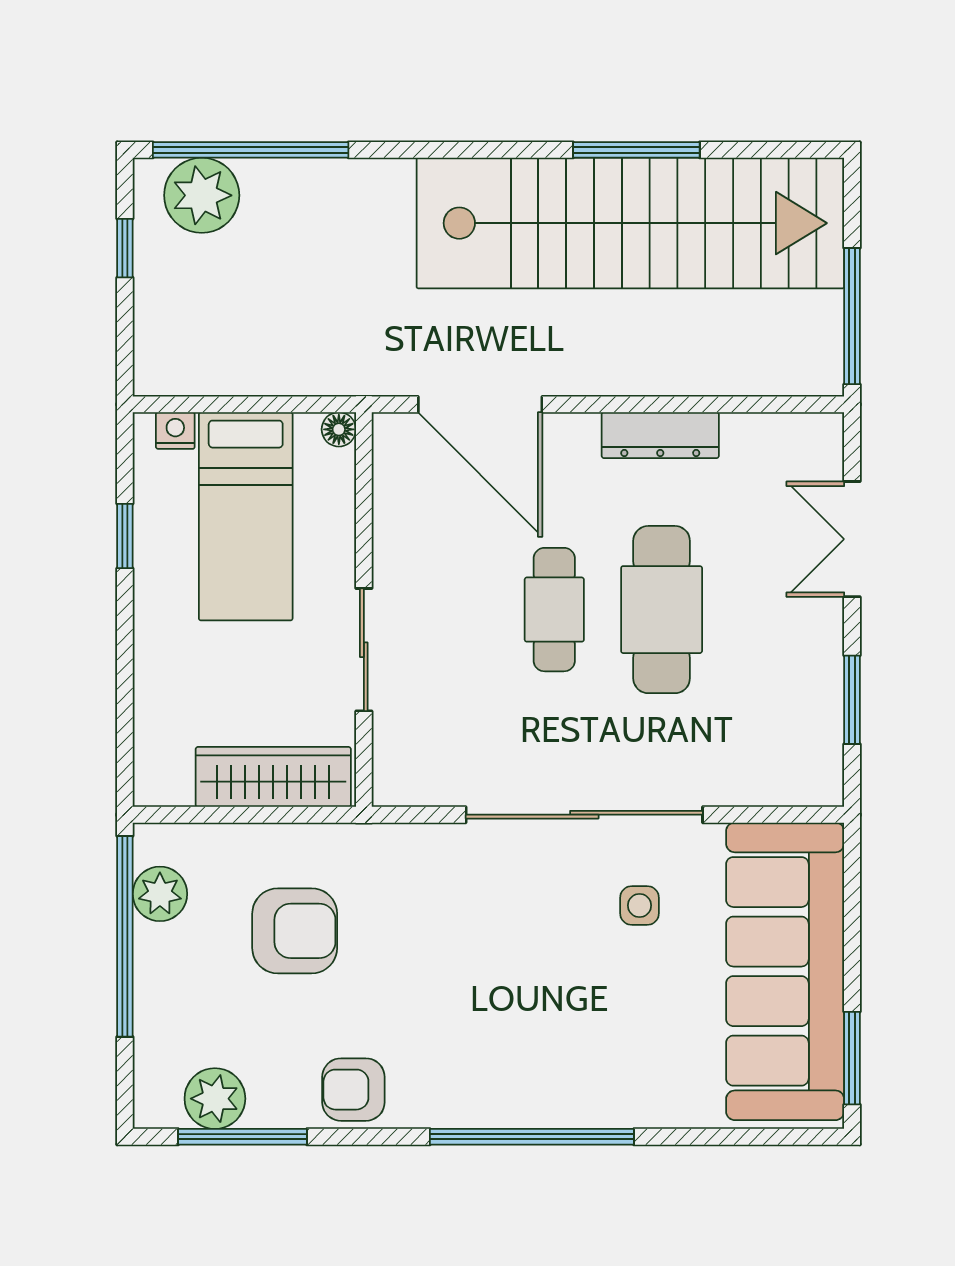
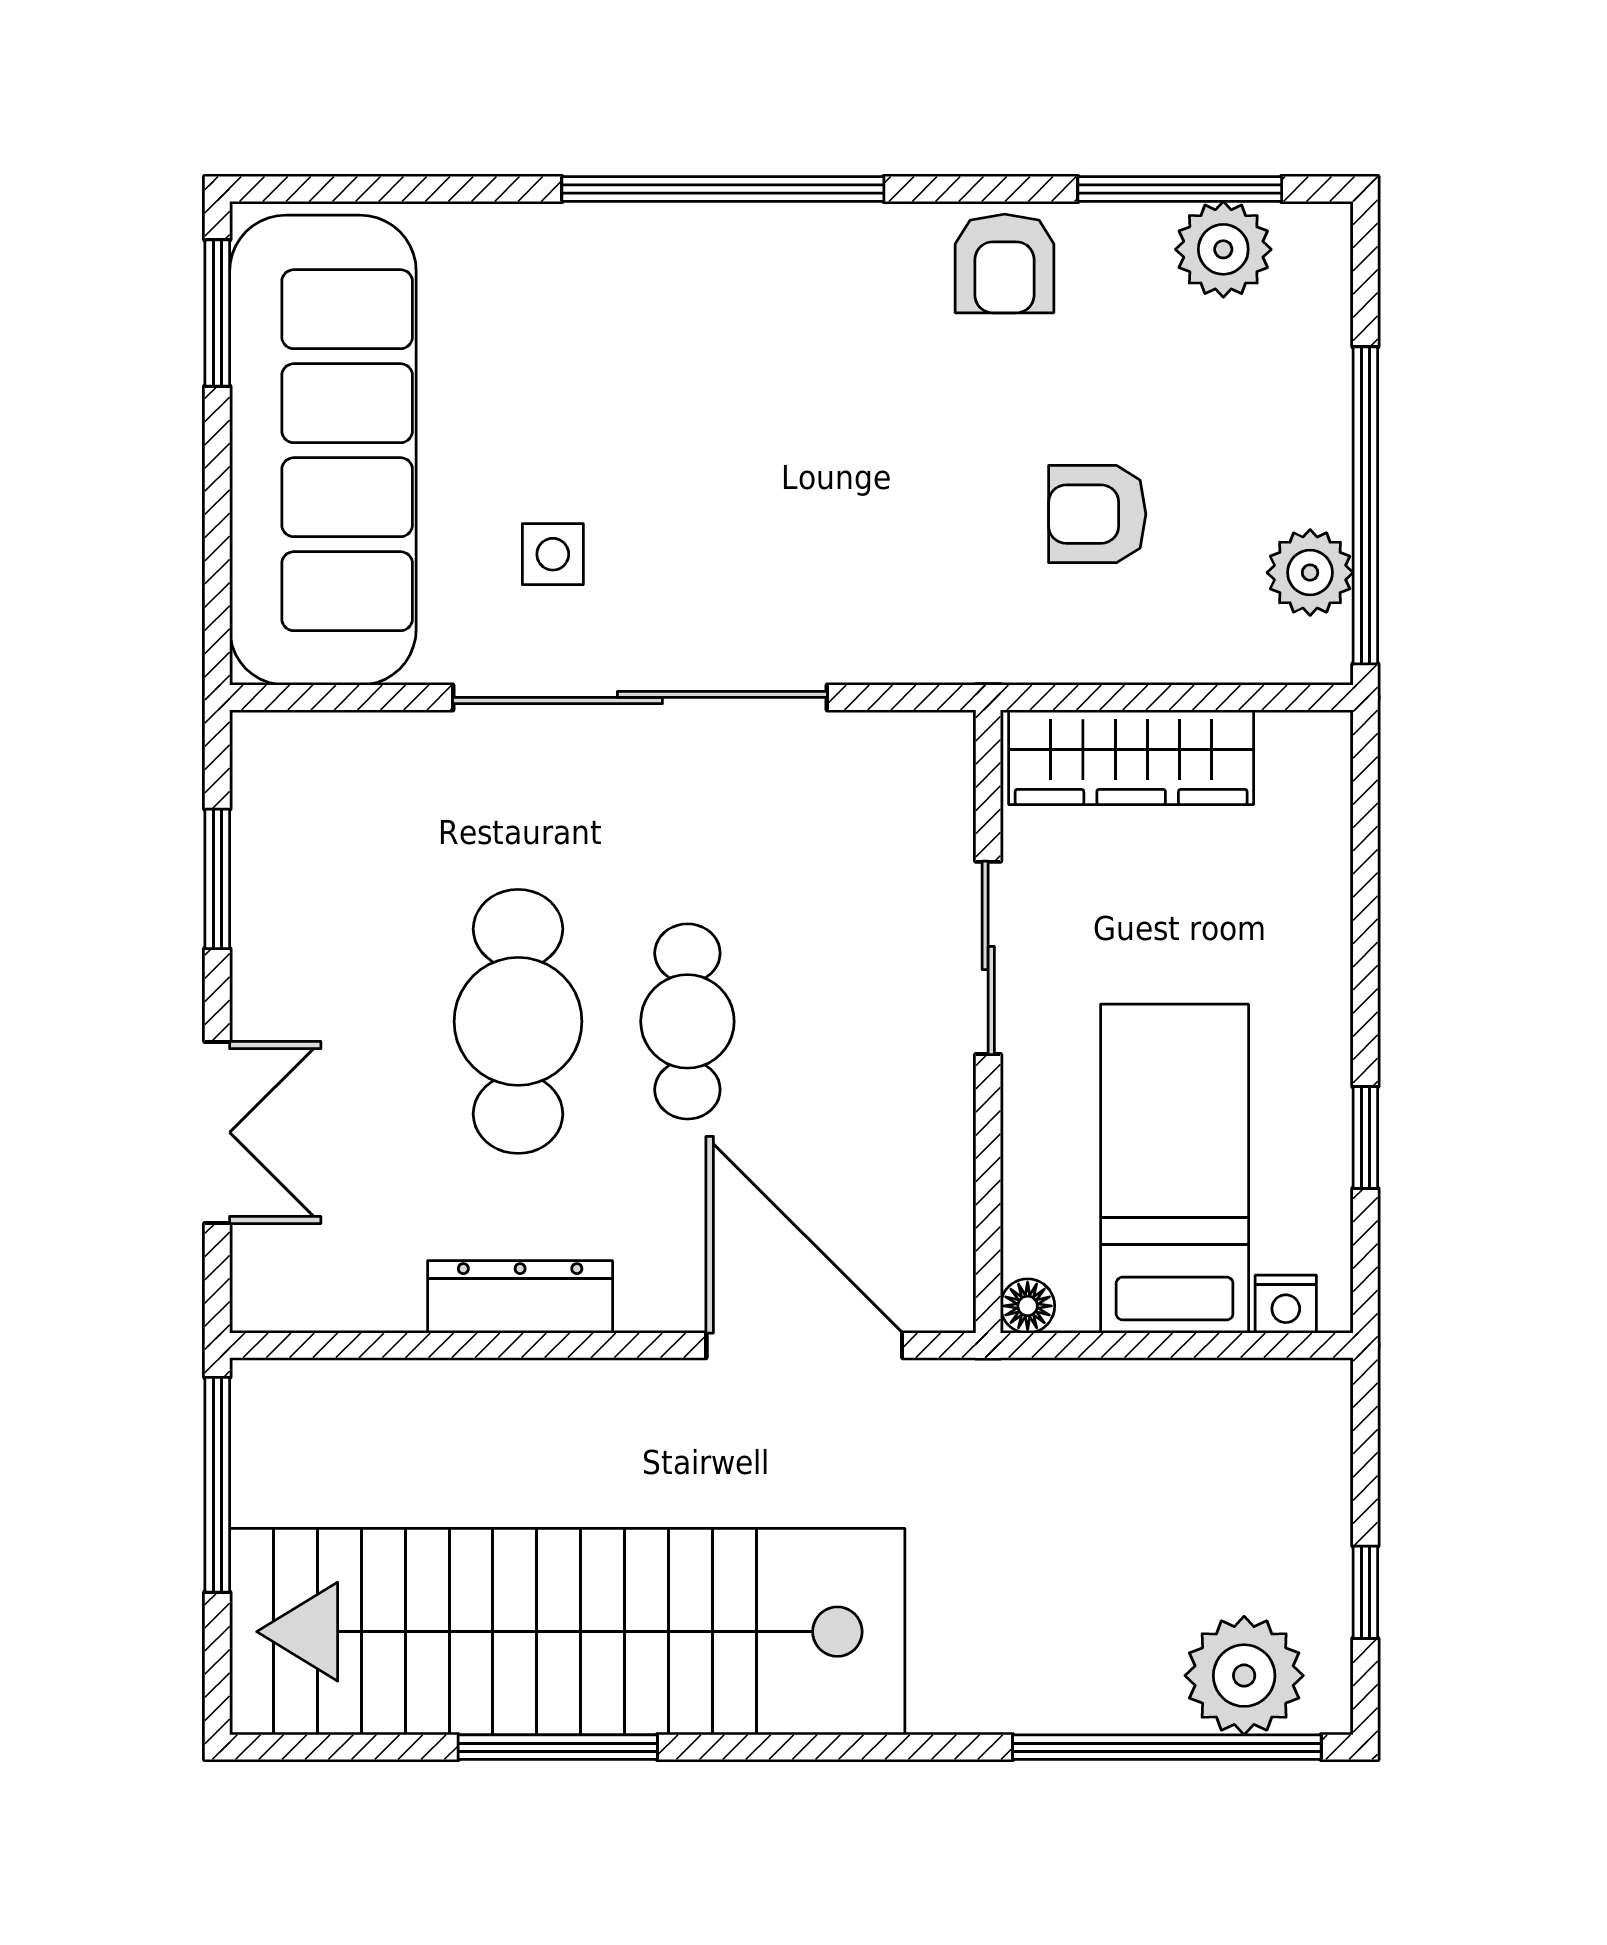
armchair: (295, 931) -> (1097, 514), width x0.72, depth x0.72
armchair: (353, 1090) -> (1005, 264), turned 90

